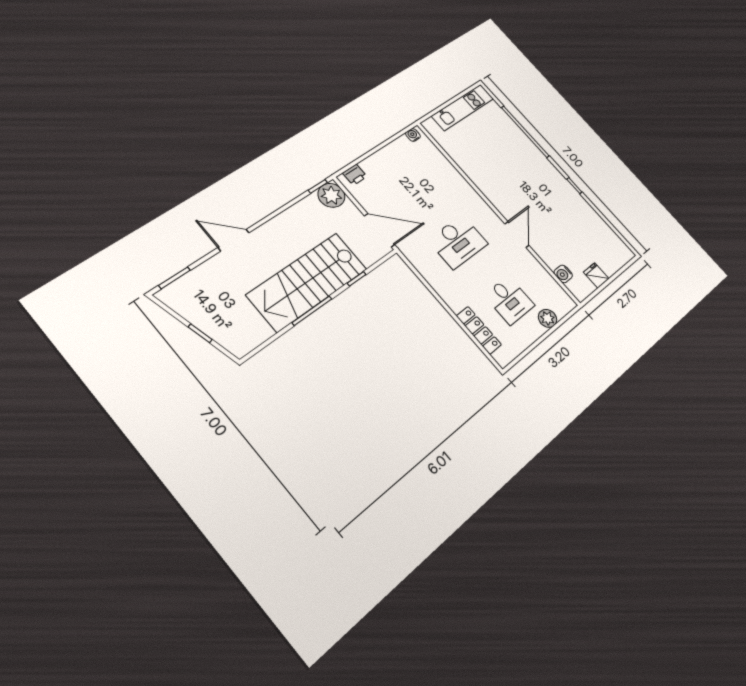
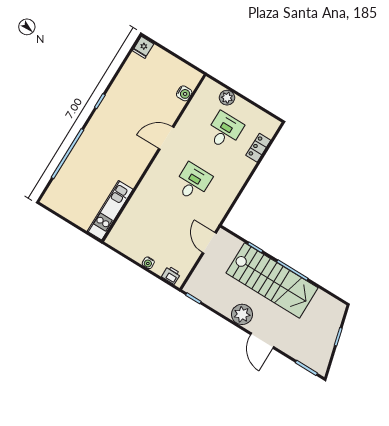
kitchen unit: (463, 107) -> (110, 210), moved, turned -90
water cooler: (413, 135) -> (148, 263), moved
plant: (331, 195) -> (242, 314), moved
door: (380, 230) -> (209, 243), width x0.73
desk: (458, 242) -> (193, 182), width x0.73
fridge: (596, 275) -> (143, 47), moved
locker: (479, 330) -> (258, 148), width x0.66

